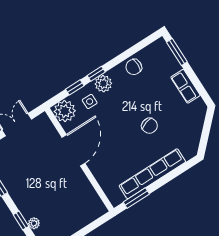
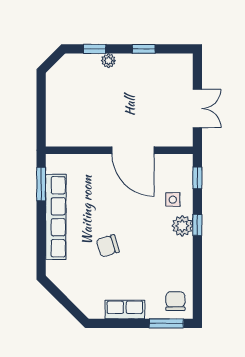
chair: (134, 67) -> (175, 301), moved
window: (75, 87) -> (197, 178), moved
plant: (65, 111) -> (179, 167), removed
plant: (34, 223) -> (108, 61), moved

